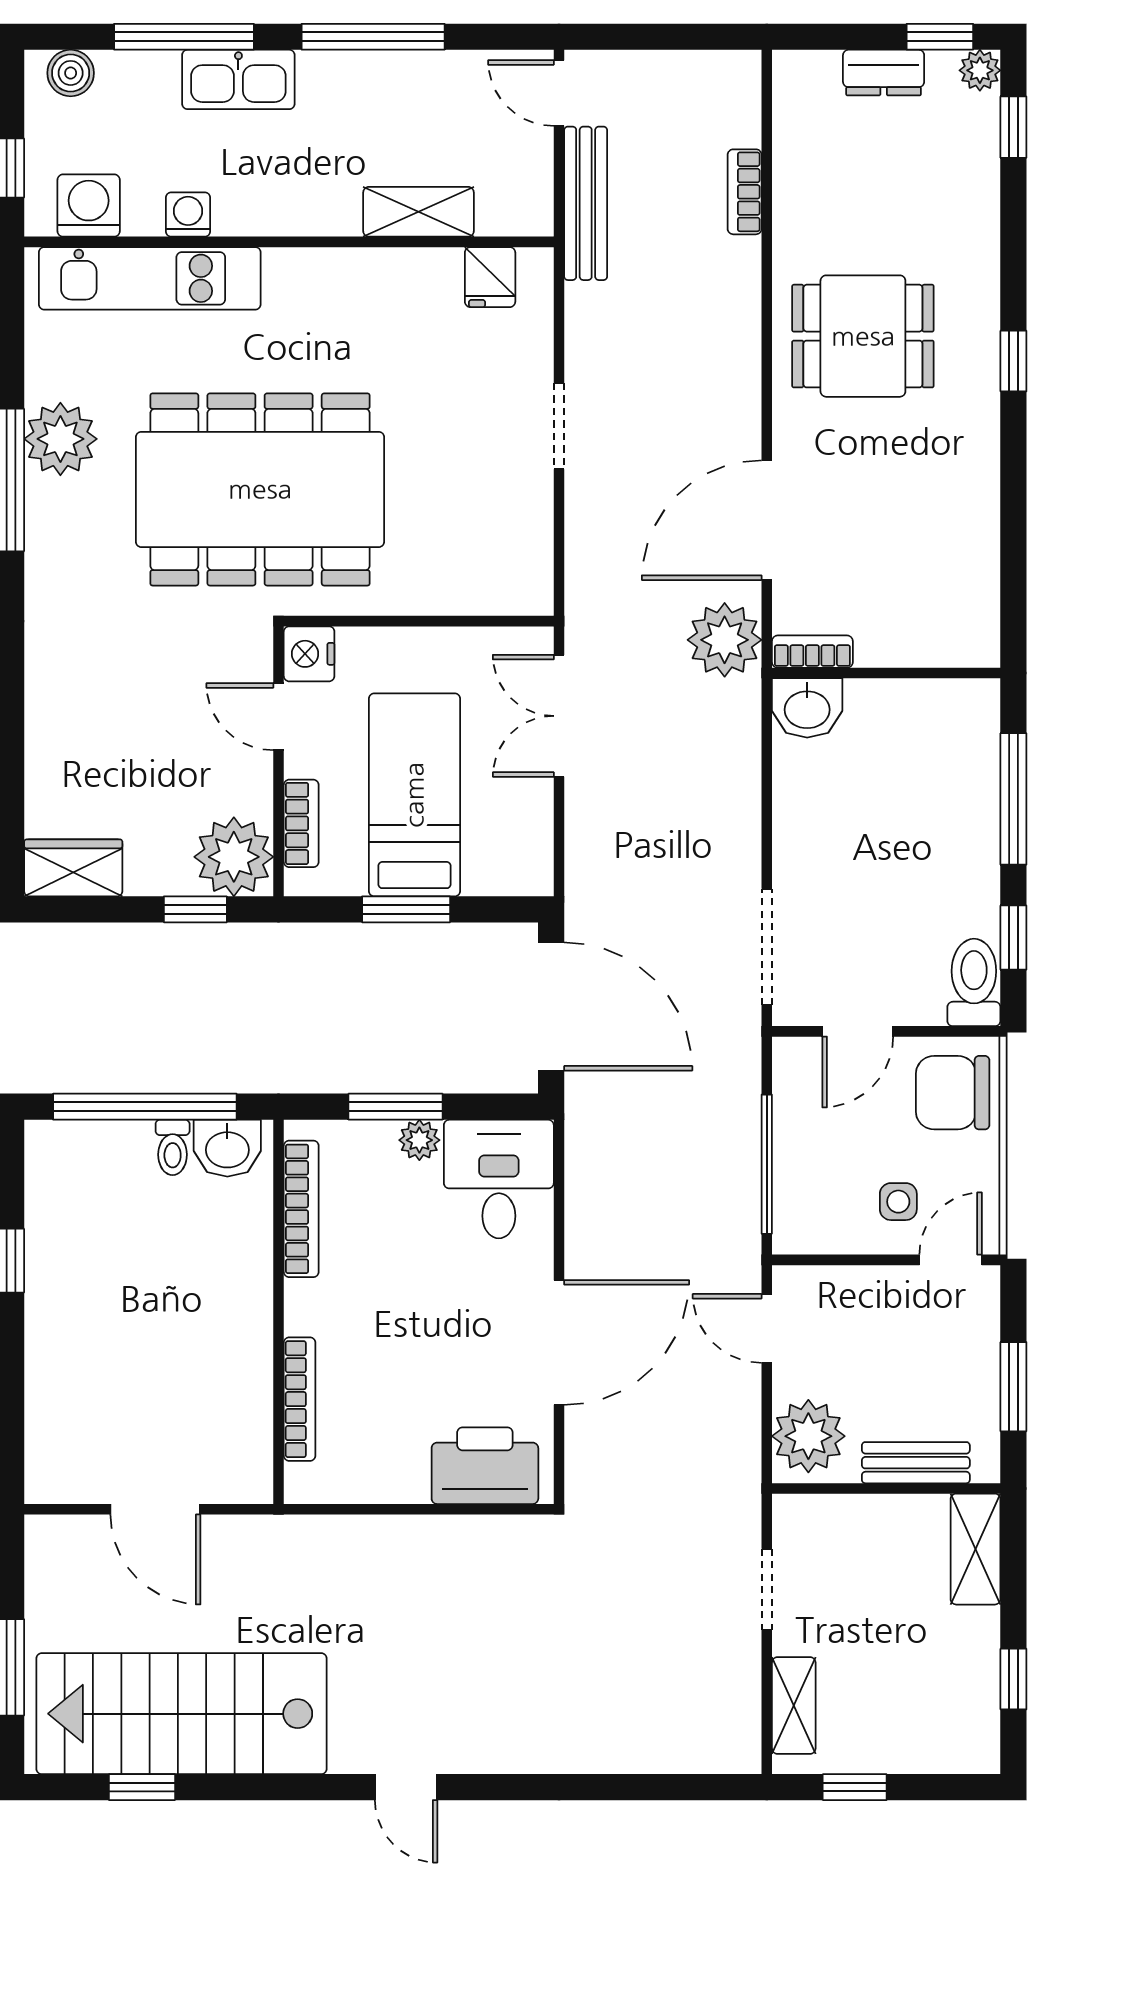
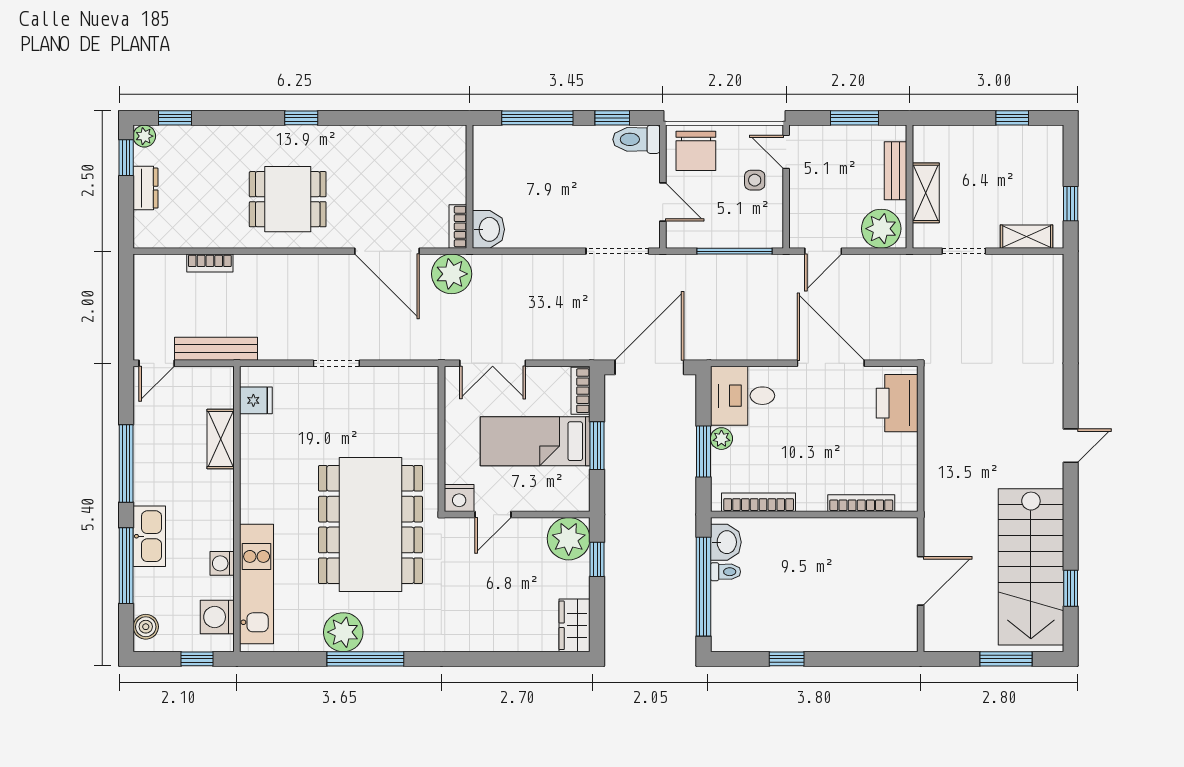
dining table: (863, 336) -> (288, 199), turned 90
bookcase: (301, 823) -> (581, 391), moved, turned -90
shelving: (976, 1549) -> (926, 193), moved, turned 90

